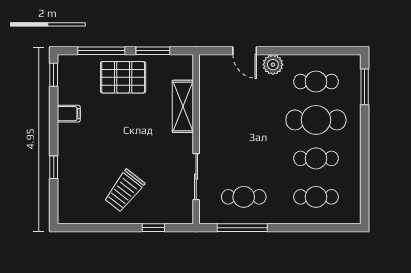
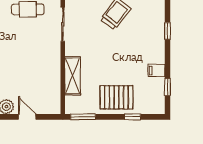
window: (101, 51) -> (132, 117), width x0.46
window: (153, 51) -> (83, 117), moved
window: (54, 75) -> (168, 87), moved

